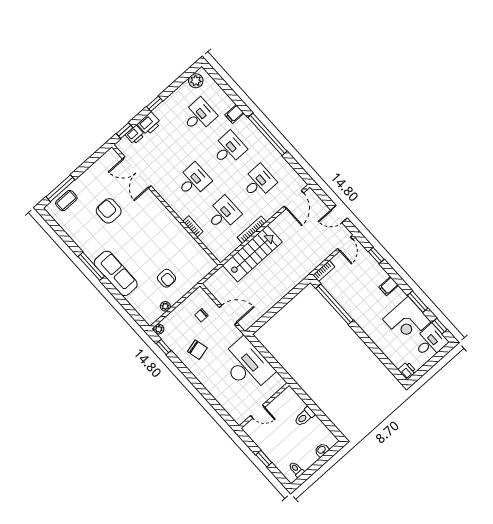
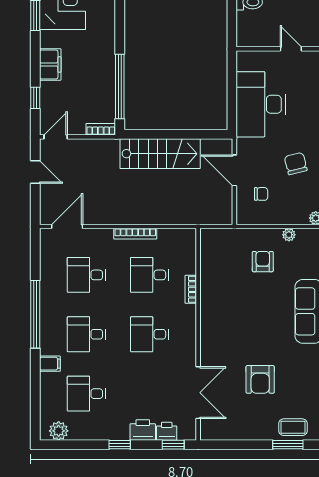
window: (60, 188) -> (288, 445), width x0.69
stairs: (252, 254) -> (160, 154), moved, turned 180
filing cabinet: (389, 286) -> (50, 64), width x2.00

